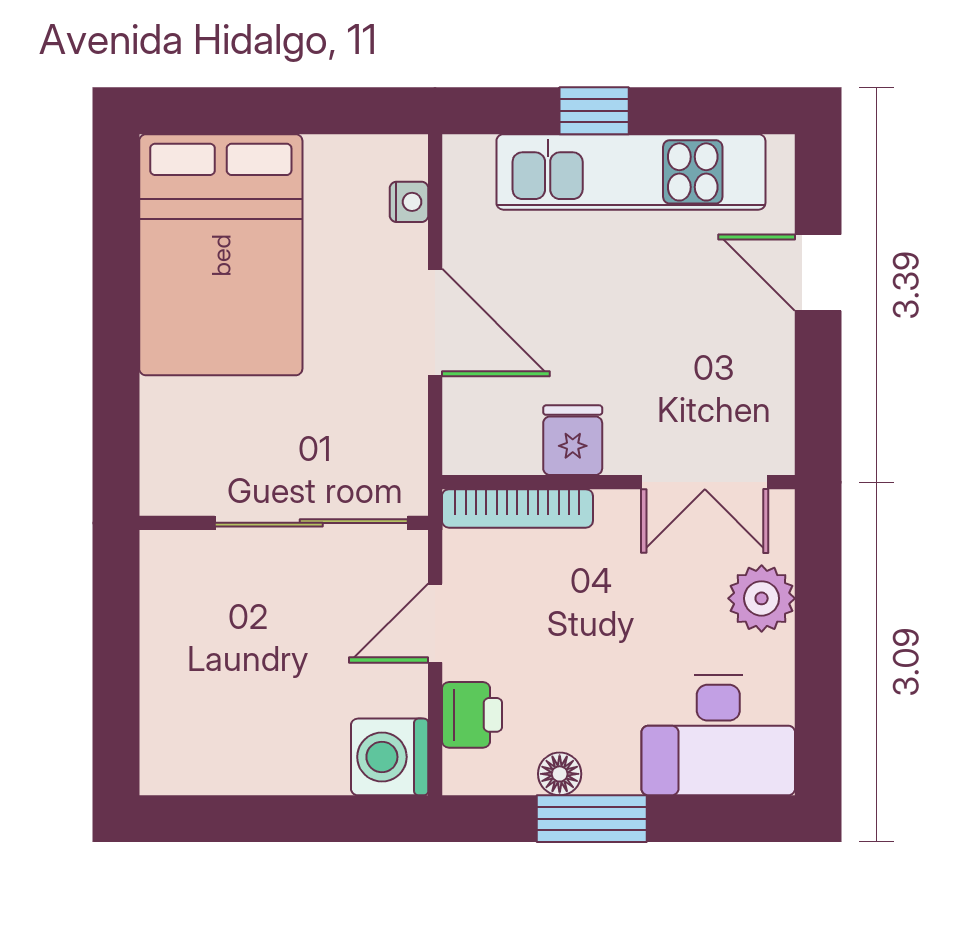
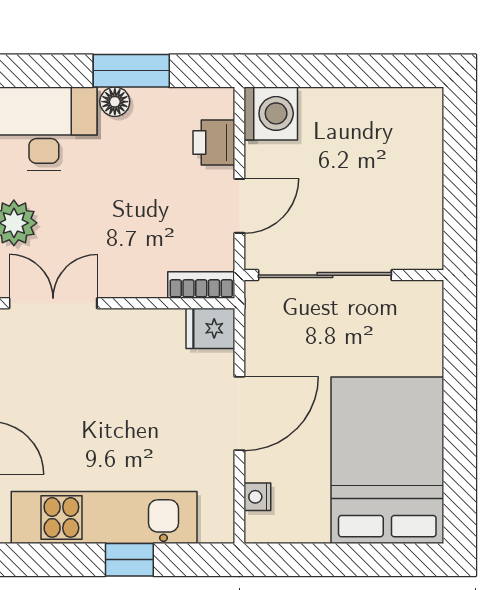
door: (435, 322) -> (239, 413), swing flipped
fridge: (573, 440) -> (210, 328), moved, turned 90
bookcase: (517, 508) -> (201, 285), width x0.64
floor lamp: (560, 774) -> (115, 102), moved

